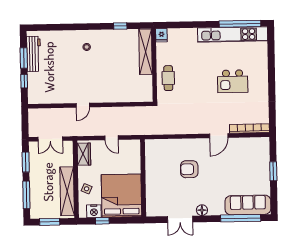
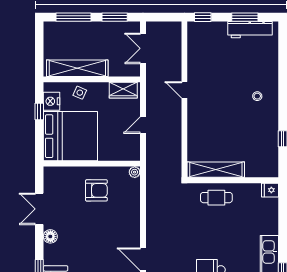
shelving: (146, 52) -> (216, 170), moved
window: (24, 81) -> (203, 17), moved
plant: (149, 144) -> (135, 172), added
armchair: (189, 169) -> (96, 190), moved, turned 90
window: (50, 222) -> (39, 46), removed

